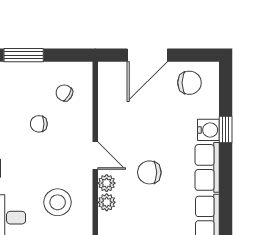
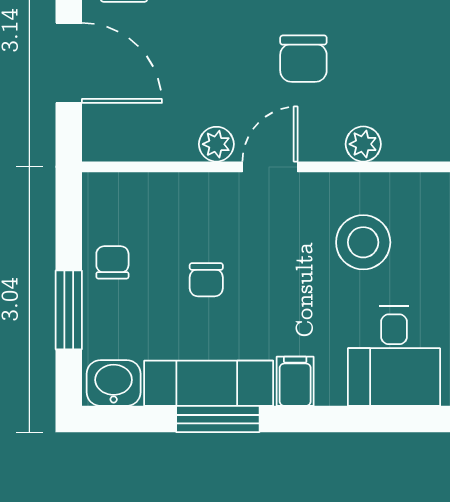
chair: (64, 93) -> (112, 262), moved, turned 148
plant: (107, 183) -> (216, 144), moved

